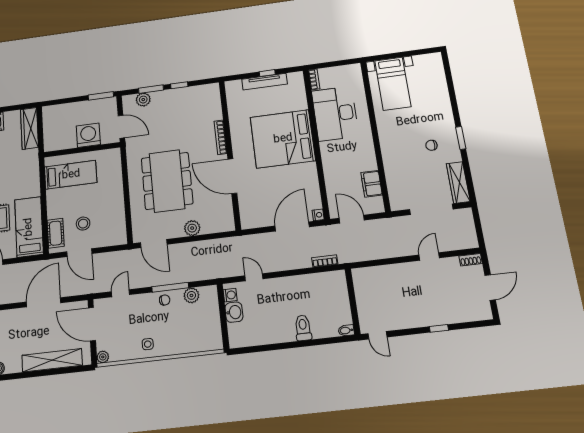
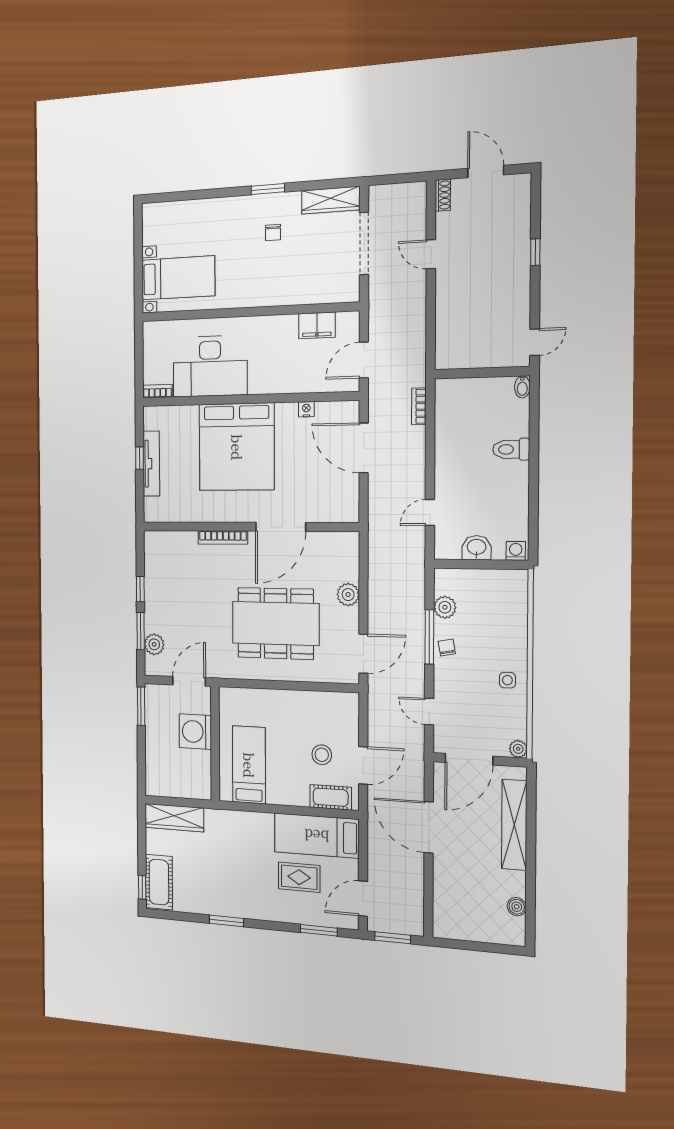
nightstand: (318, 215) -> (306, 409), moved
washing machine: (230, 295) -> (516, 551), moved

